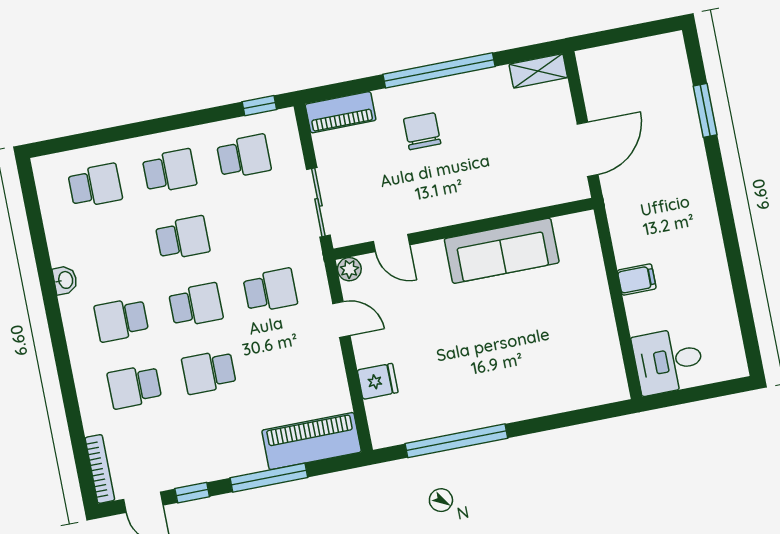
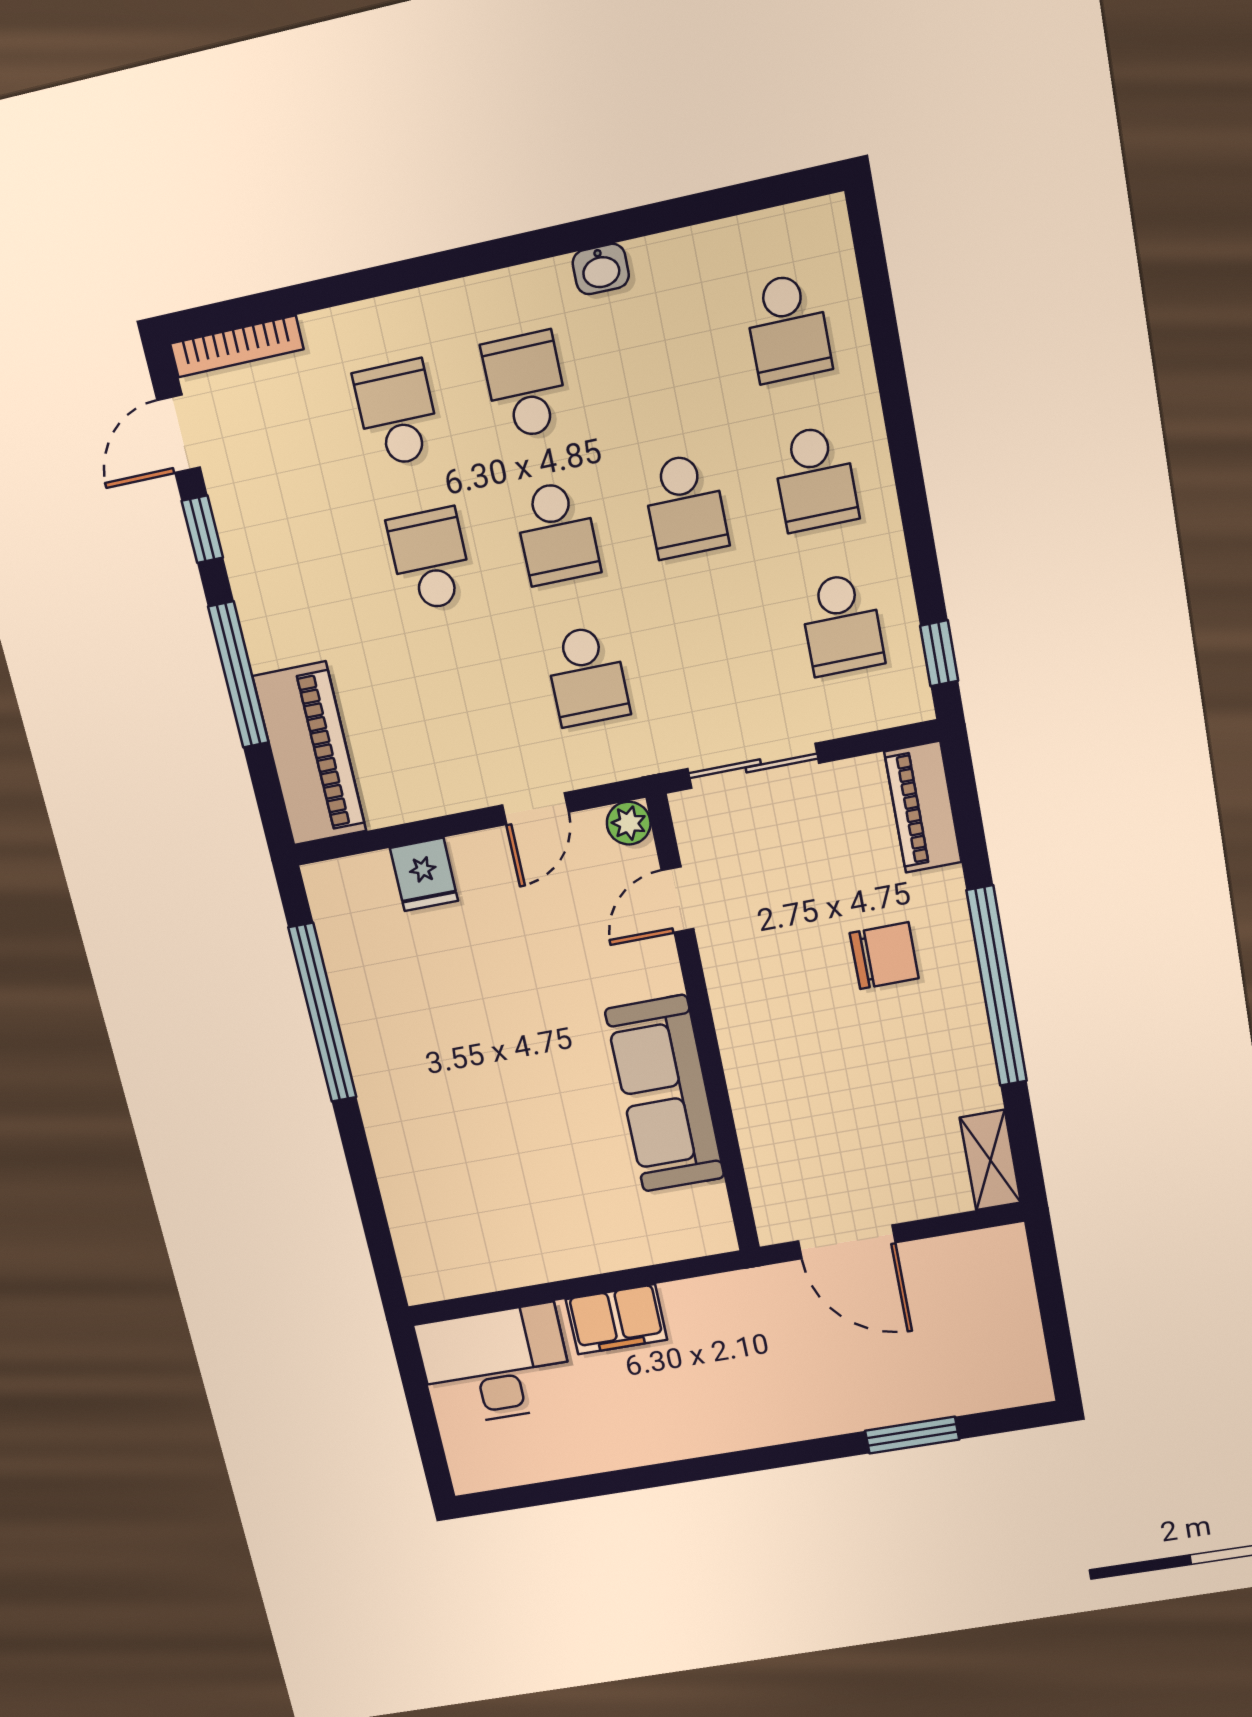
filing cabinet: (637, 279) -> (616, 1319), width x2.00
desk: (668, 361) -> (495, 1365), width x1.37

